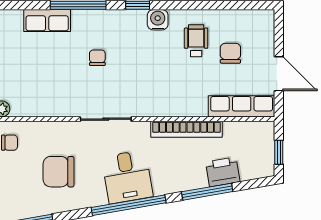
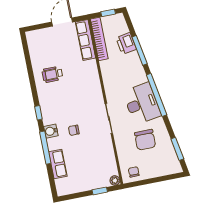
water cooler: (158, 20) -> (51, 131), moved
chair: (230, 53) -> (56, 53), removed
bookcase: (187, 129) -> (99, 39), moved
desk: (127, 177) -> (142, 104), width x1.37

